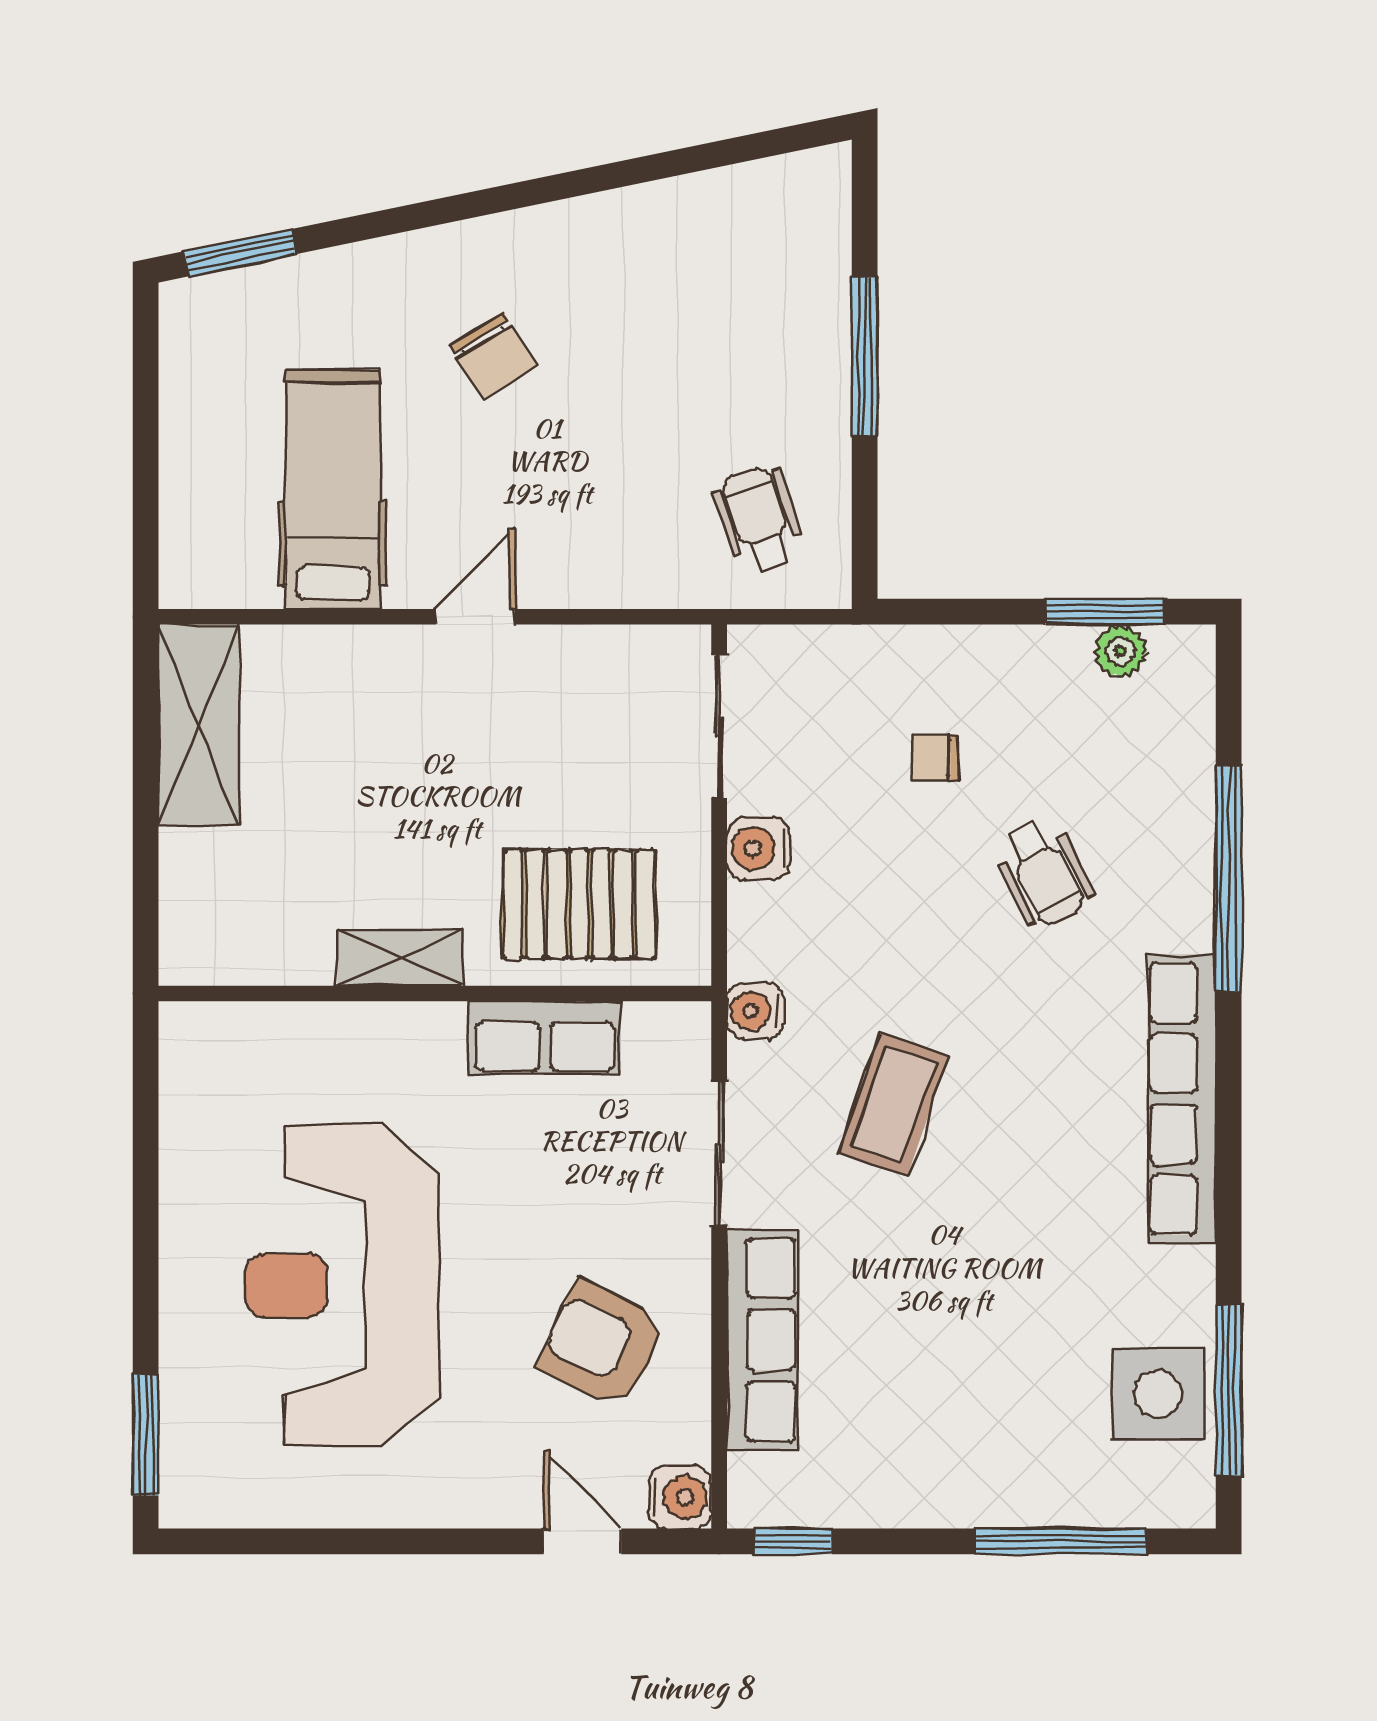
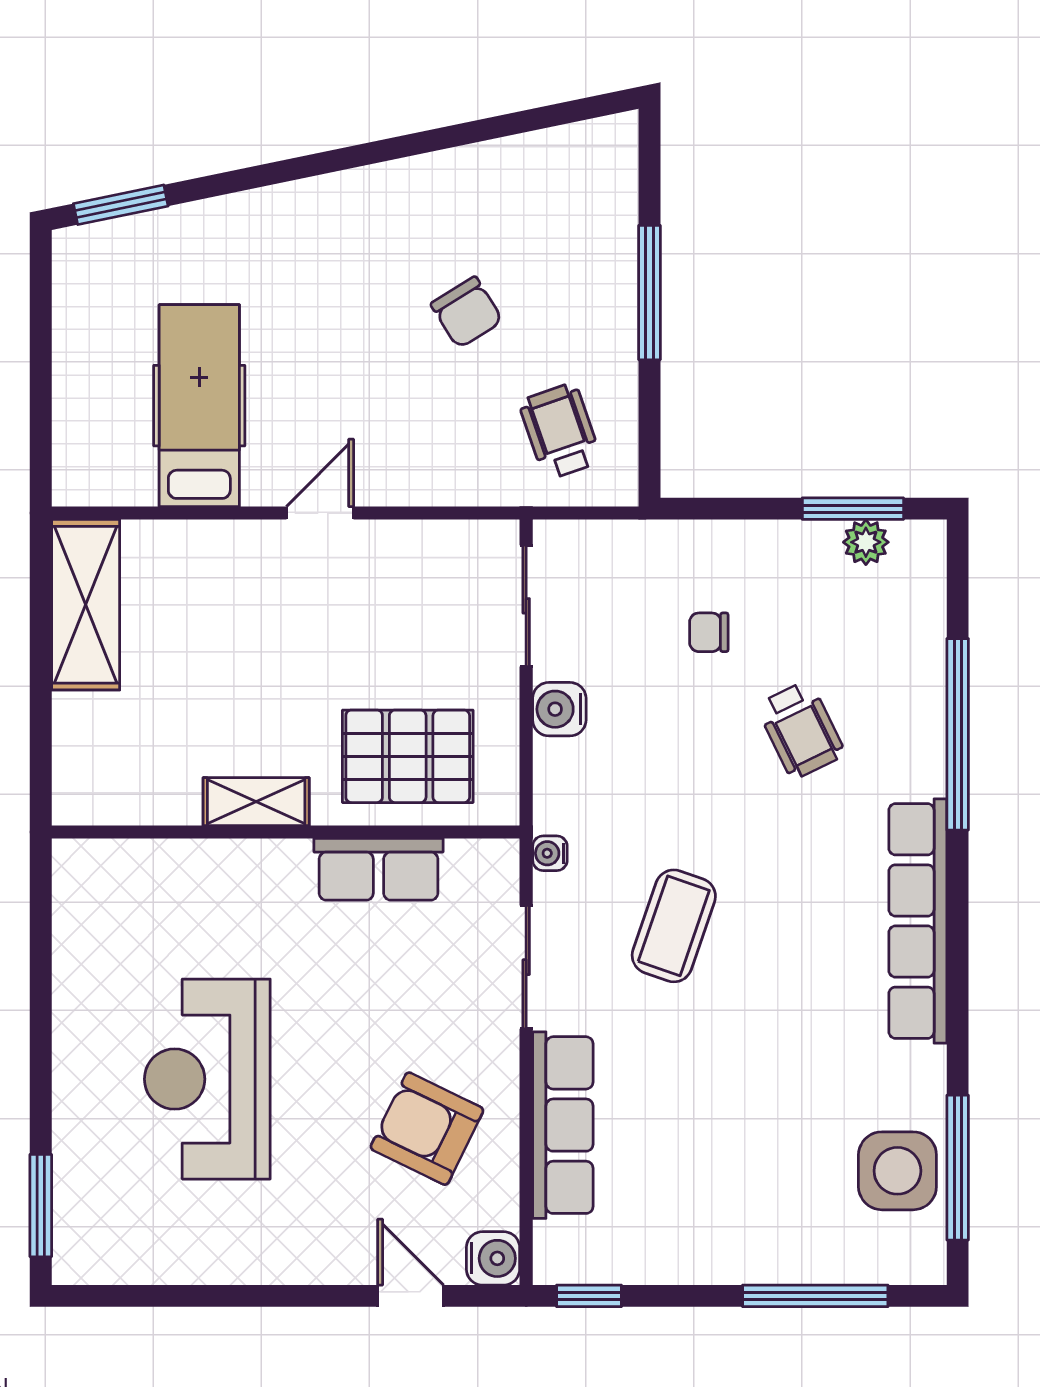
chair: (493, 355) -> (467, 312), moved
water cooler: (755, 1011) -> (550, 853), width x0.72, depth x0.72
reception desk: (342, 1285) -> (207, 1079), width x0.74, depth x0.77

